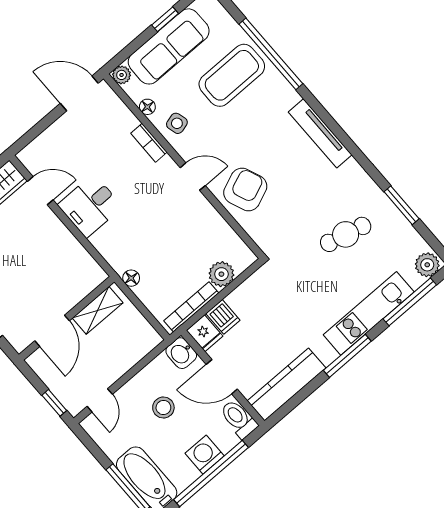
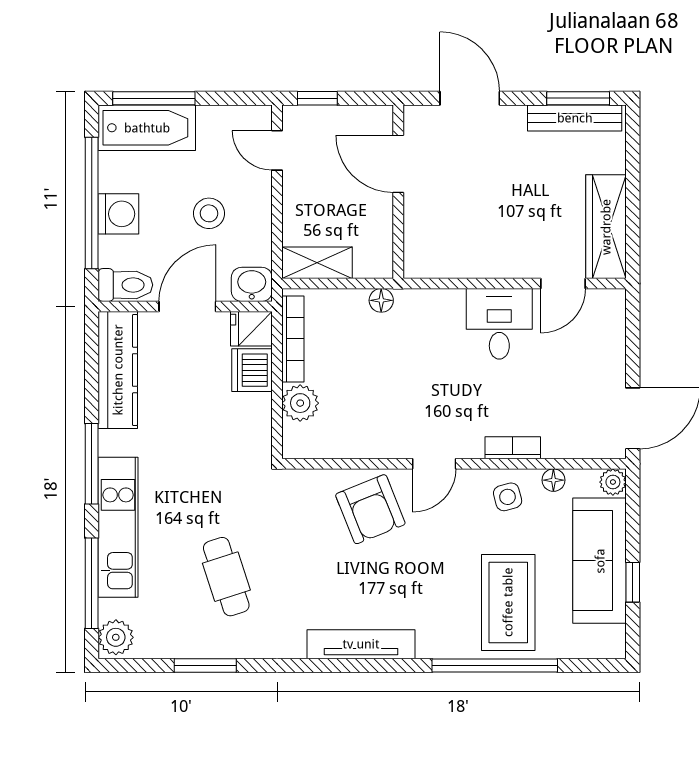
cafe table: (346, 234) -> (226, 577), turned -32
shelving: (98, 310) -> (317, 263), moved, turned 90
dishwasher: (223, 317) -> (252, 370), width x1.38

